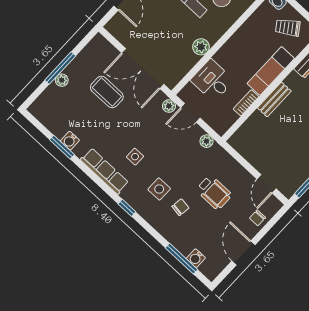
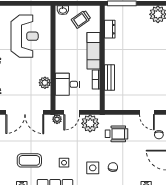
plant: (201, 47) -> (45, 83), moved
coffee table: (107, 92) -> (29, 160), moved
bench: (274, 100) -> (110, 77), moved
plant: (207, 141) -> (90, 123), width x1.88, depth x1.88
wheelchair: (214, 192) -> (117, 134), moved

